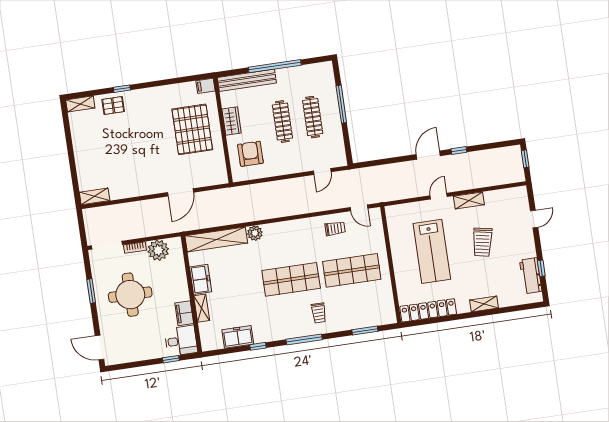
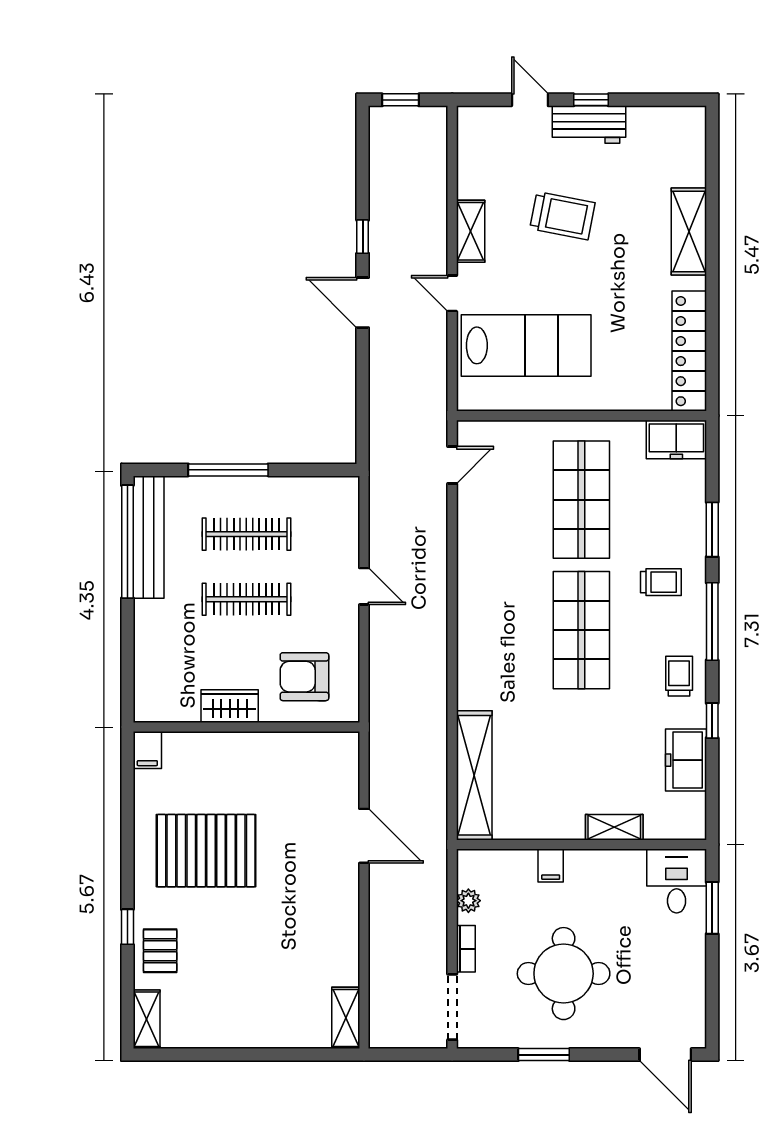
window: (275, 66) -> (127, 542), moved
bench: (247, 80) -> (149, 537), moved
pallet: (192, 129) -> (206, 851), moved
door: (322, 171) -> (364, 586), moved
trolley: (335, 229) -> (679, 676), moved
plant: (255, 233) -> (473, 692), removed
plant: (158, 250) -> (468, 901), width x0.53, depth x0.53
lab bench: (432, 251) -> (526, 345), moved
window: (541, 268) -> (591, 100), moved
workbench: (531, 276) -> (589, 125), moved
freezer: (201, 279) -> (676, 439), moved, turned 180
shelving: (484, 304) -> (689, 232), width x1.50, depth x1.33
filing cabinet: (184, 313) -> (551, 866), moved, width x0.50
window: (365, 331) -> (712, 530), moved
door: (99, 348) -> (665, 1055), hinge flipped
window: (171, 359) -> (712, 908), width x1.50

